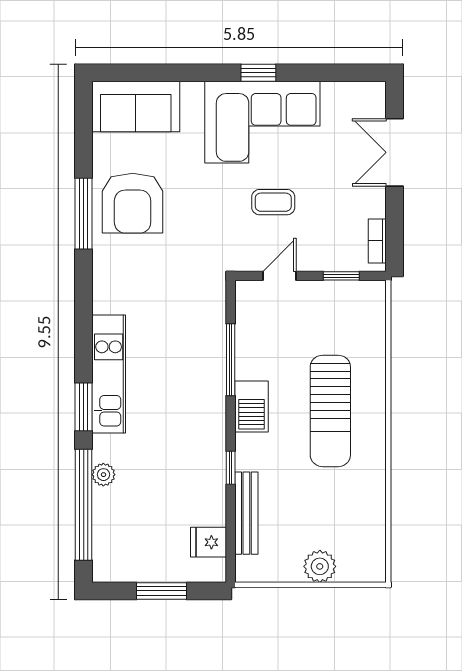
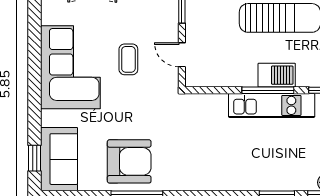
window: (258, 73) -> (35, 158), moved
window: (231, 360) -> (268, 90), moved
kitchen unit: (109, 374) -> (272, 105), moved, turned 180

